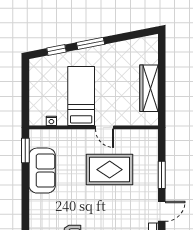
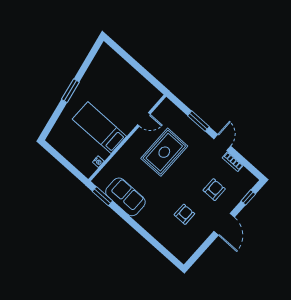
window: (56, 50) -> (55, 117), removed
wardrobe: (149, 88) -> (134, 79), removed
door: (104, 127) -> (144, 119), moved

